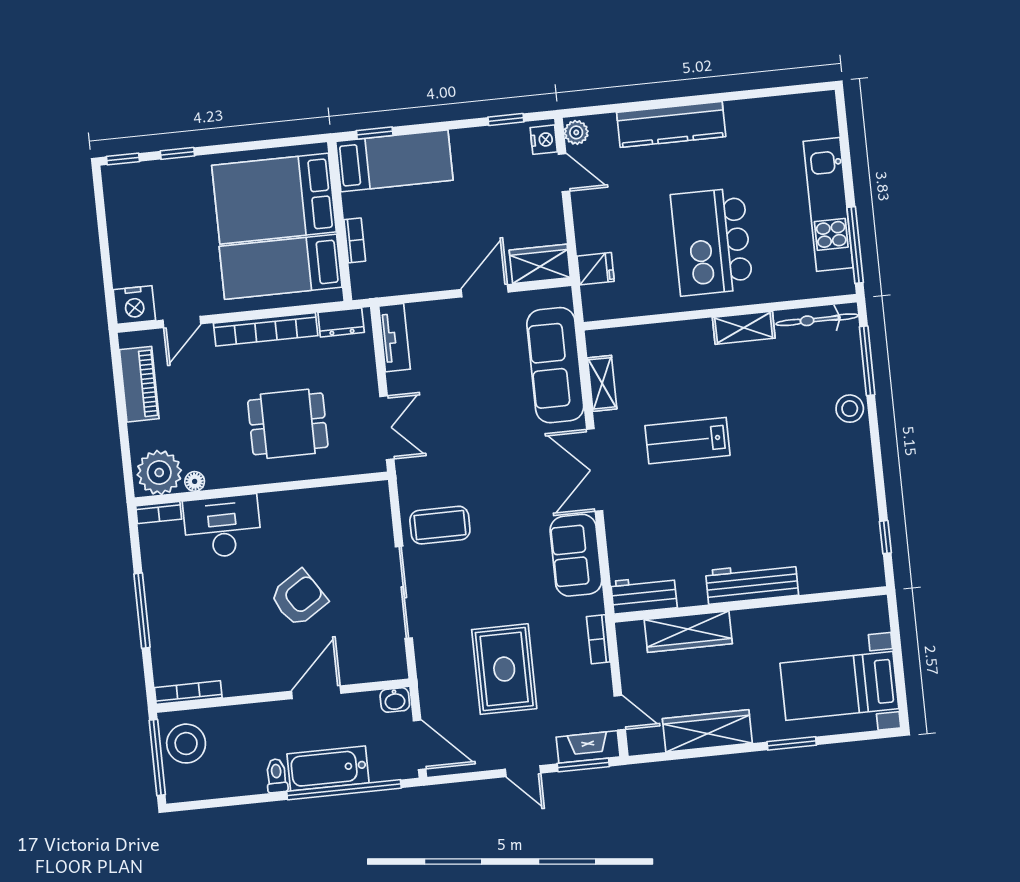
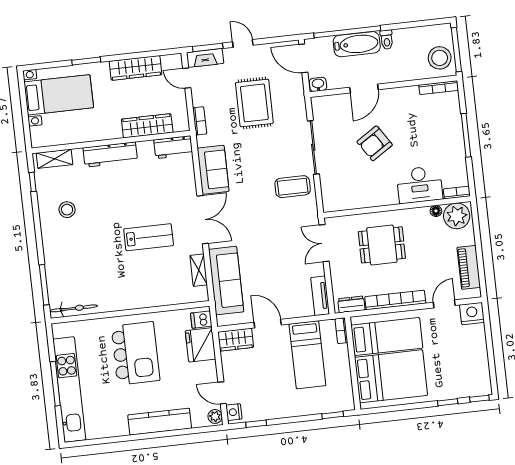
bed: (394, 161) -> (307, 355), moved, turned -90
kitchen unit: (828, 204) -> (69, 390), width x1.36
bookcase: (355, 240) -> (341, 331), moved
window: (855, 245) -> (55, 384), moved
fridge: (596, 269) -> (201, 345), width x1.88, depth x1.34
door: (485, 291) -> (268, 324), swing flipped
dishwasher: (598, 299) -> (201, 320), added
shelving: (744, 328) -> (55, 159), moved
stool: (850, 409) -> (67, 210), moved

